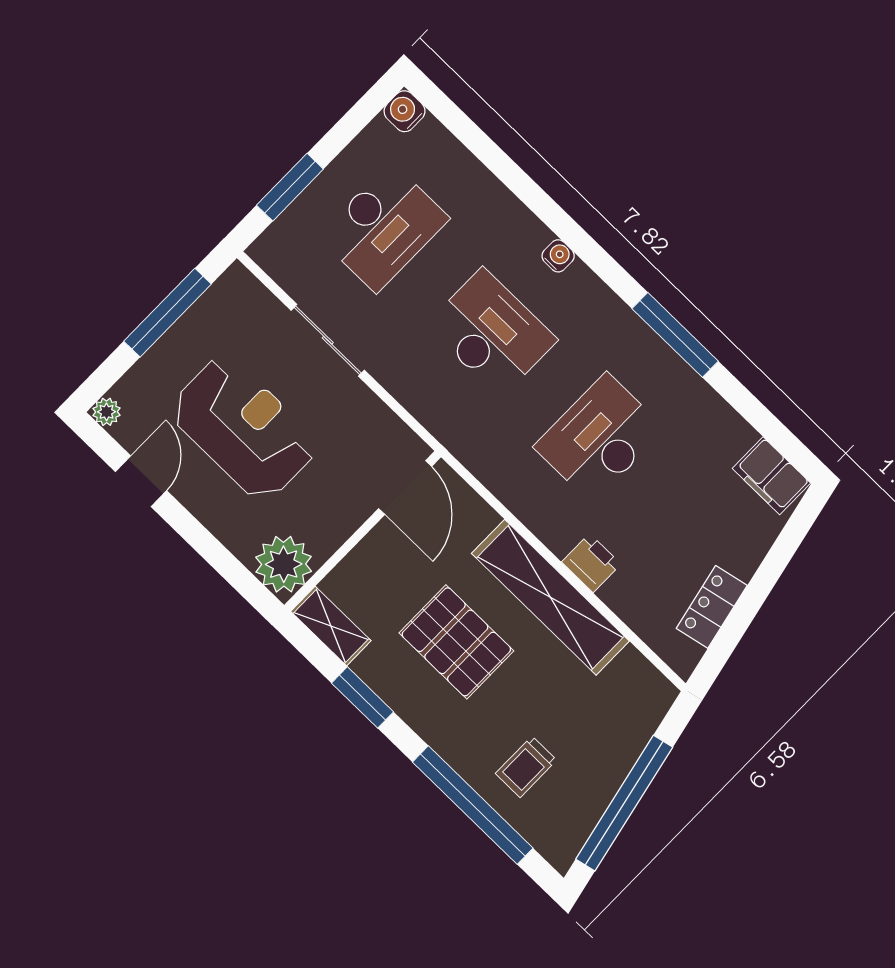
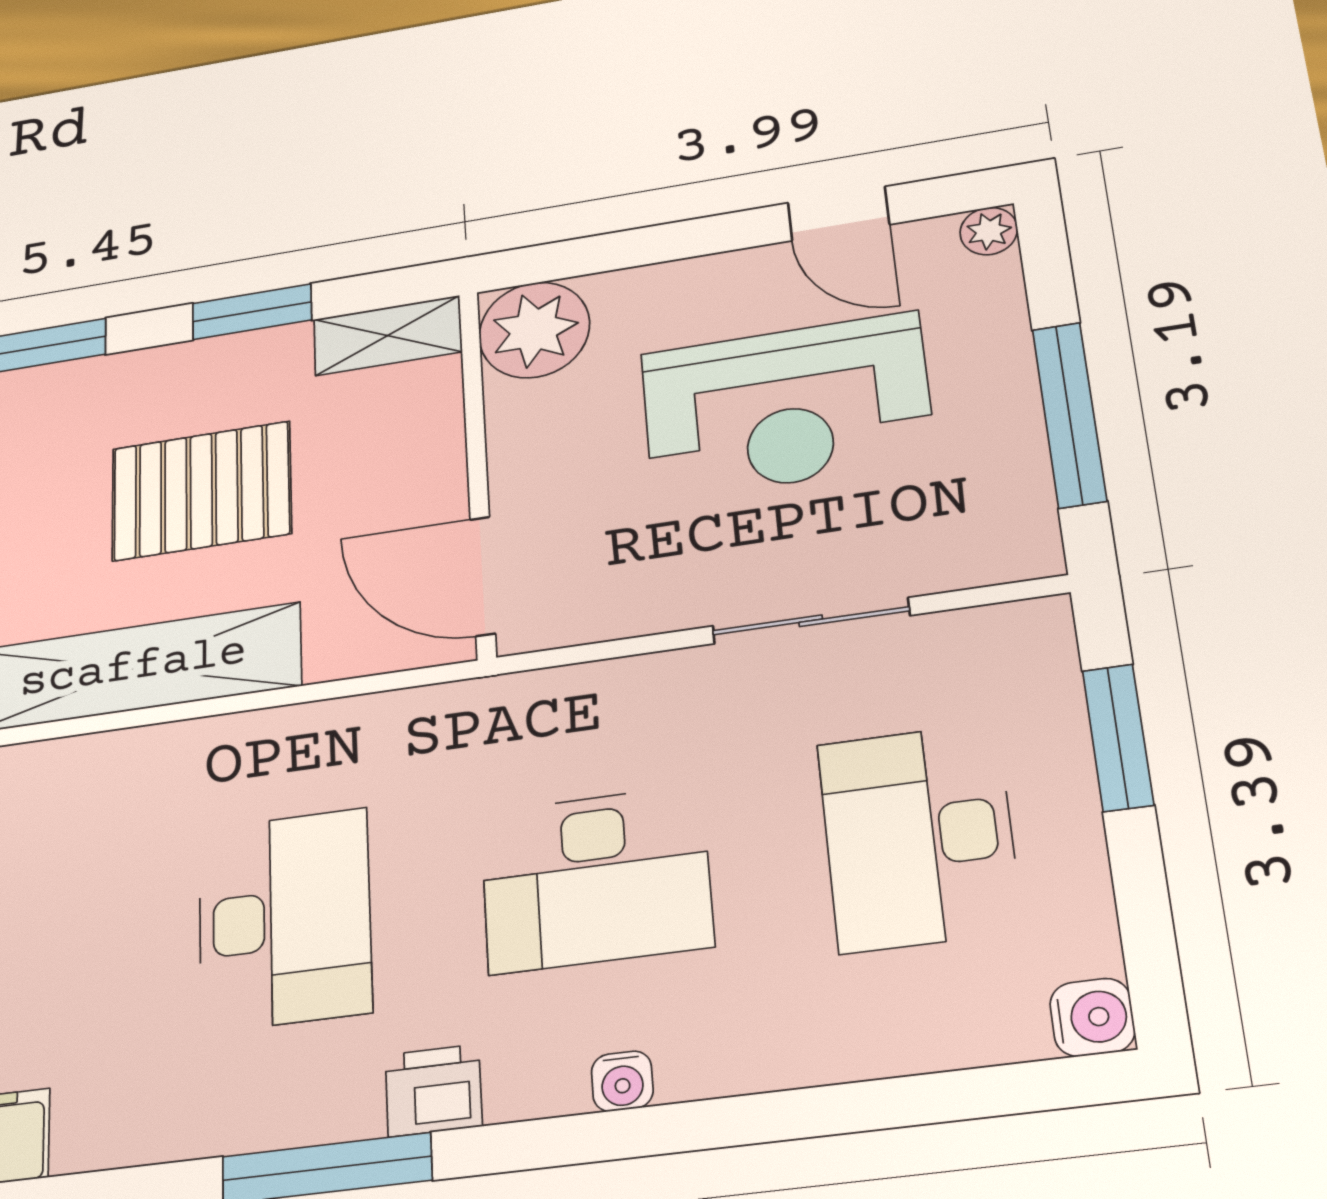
printer: (591, 563) -> (434, 1090), moved, turned 180

